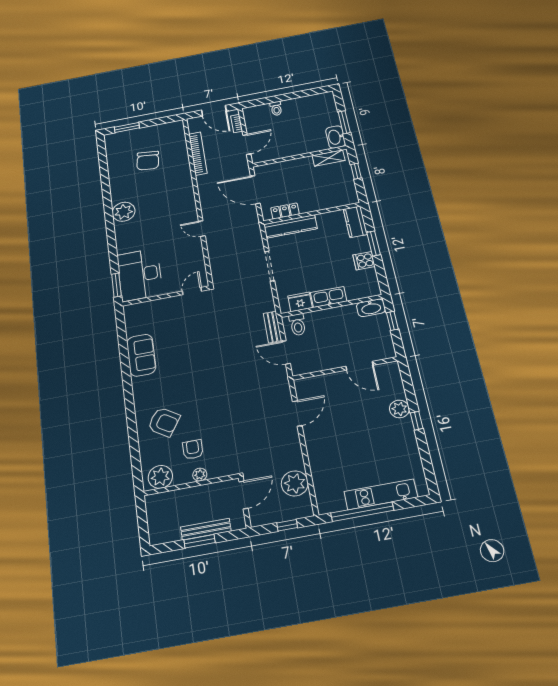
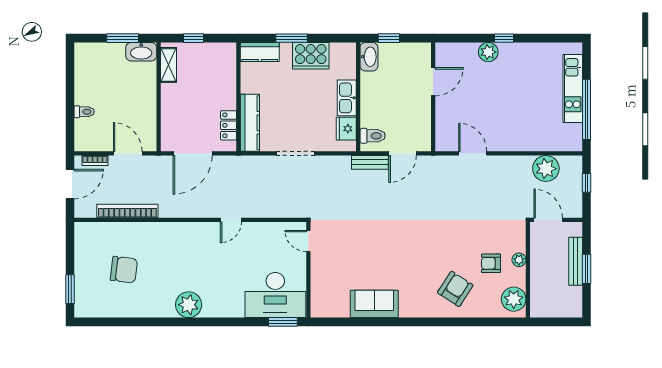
cooker: (364, 261) -> (311, 56), width x1.87, depth x1.31

